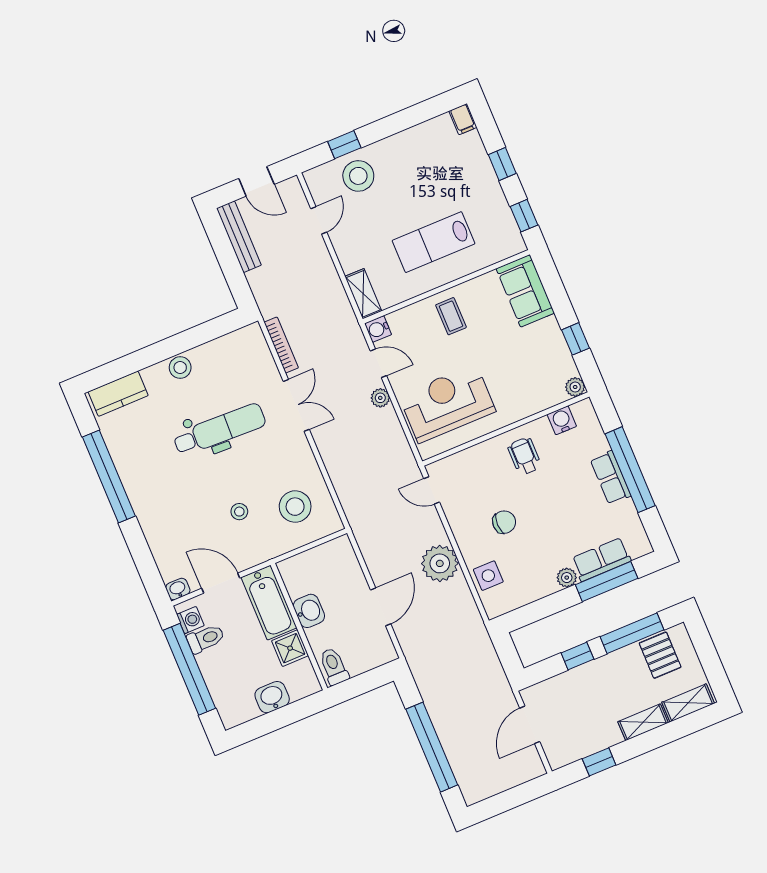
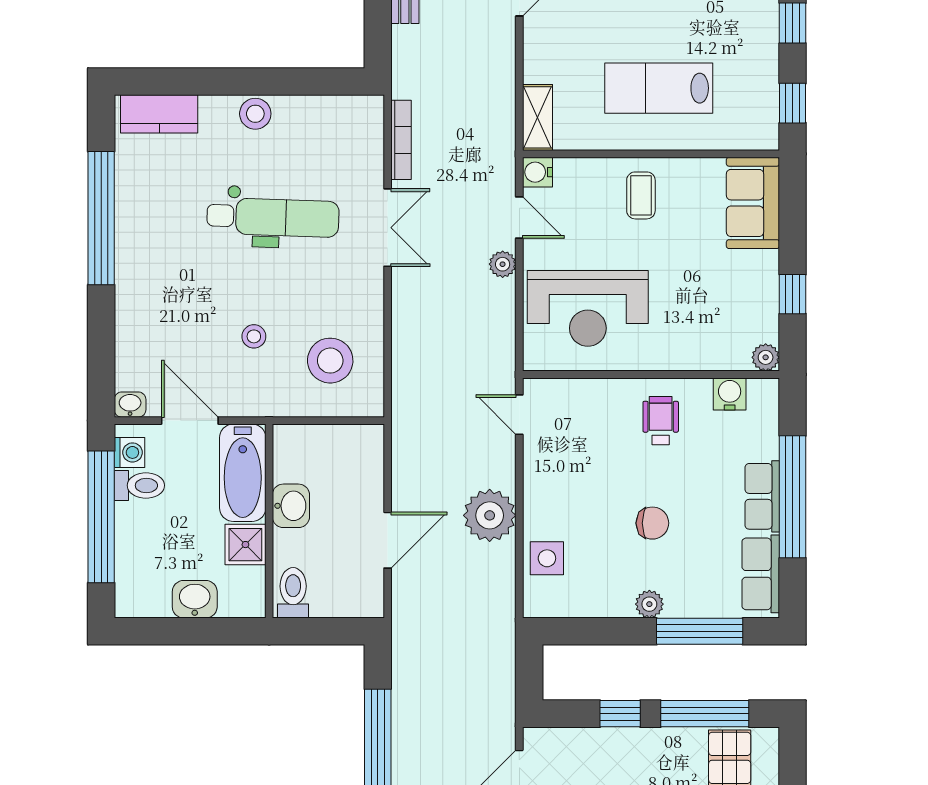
reception desk: (447, 403) -> (588, 308), turned 180
chair: (504, 522) -> (652, 523), moved
row of seats: (601, 560) -> (761, 574), moved, turned -90

